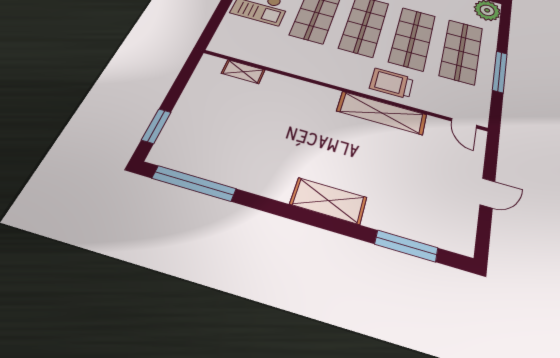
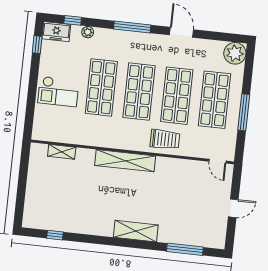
trolley: (391, 83) -> (165, 139), turned 180
shelving: (382, 113) -> (125, 161), moved
window: (156, 126) -> (20, 203), removed
window: (194, 183) -> (55, 235), width x0.32

